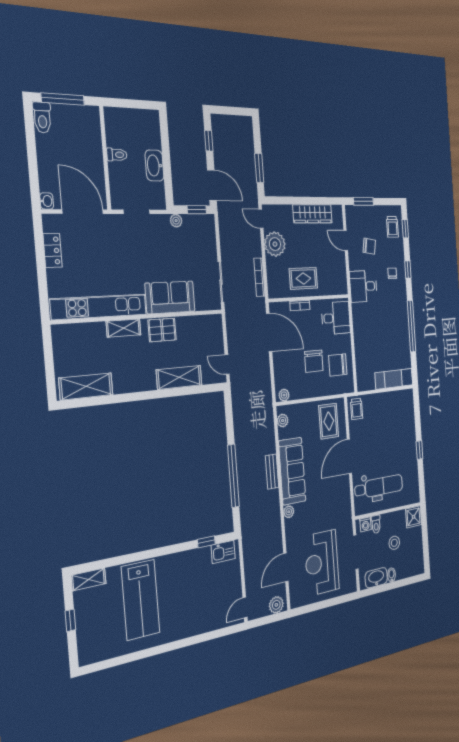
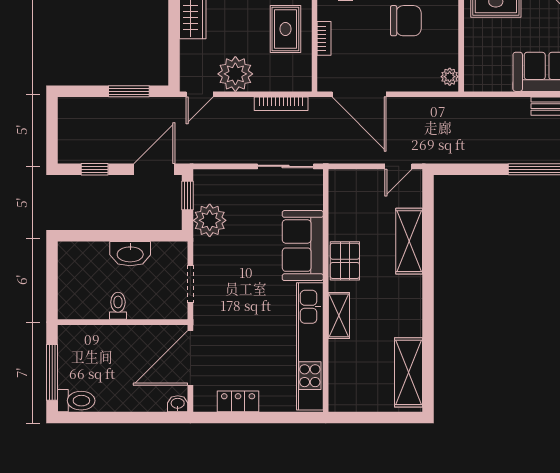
plant: (176, 221) -> (210, 220), width x1.87, depth x1.87
door: (269, 332) -> (359, 94), swing flipped
plant: (283, 421) -> (485, 82), removed

